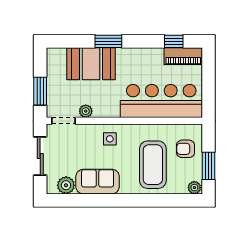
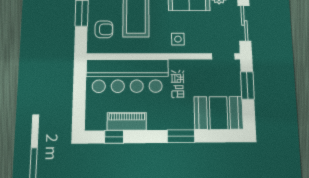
piano: (183, 56) -> (127, 121), moved
booth: (91, 64) -> (219, 113), moved
plant: (86, 111) -> (202, 66), removed

